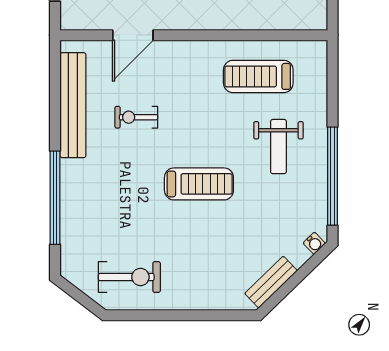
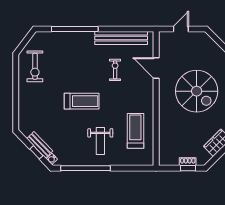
weight bench: (278, 147) -> (100, 141), turned -90
treadmill: (199, 184) -> (82, 101), turned -90
window: (301, 274) -> (36, 152), added
bench: (271, 282) -> (40, 145), moved

